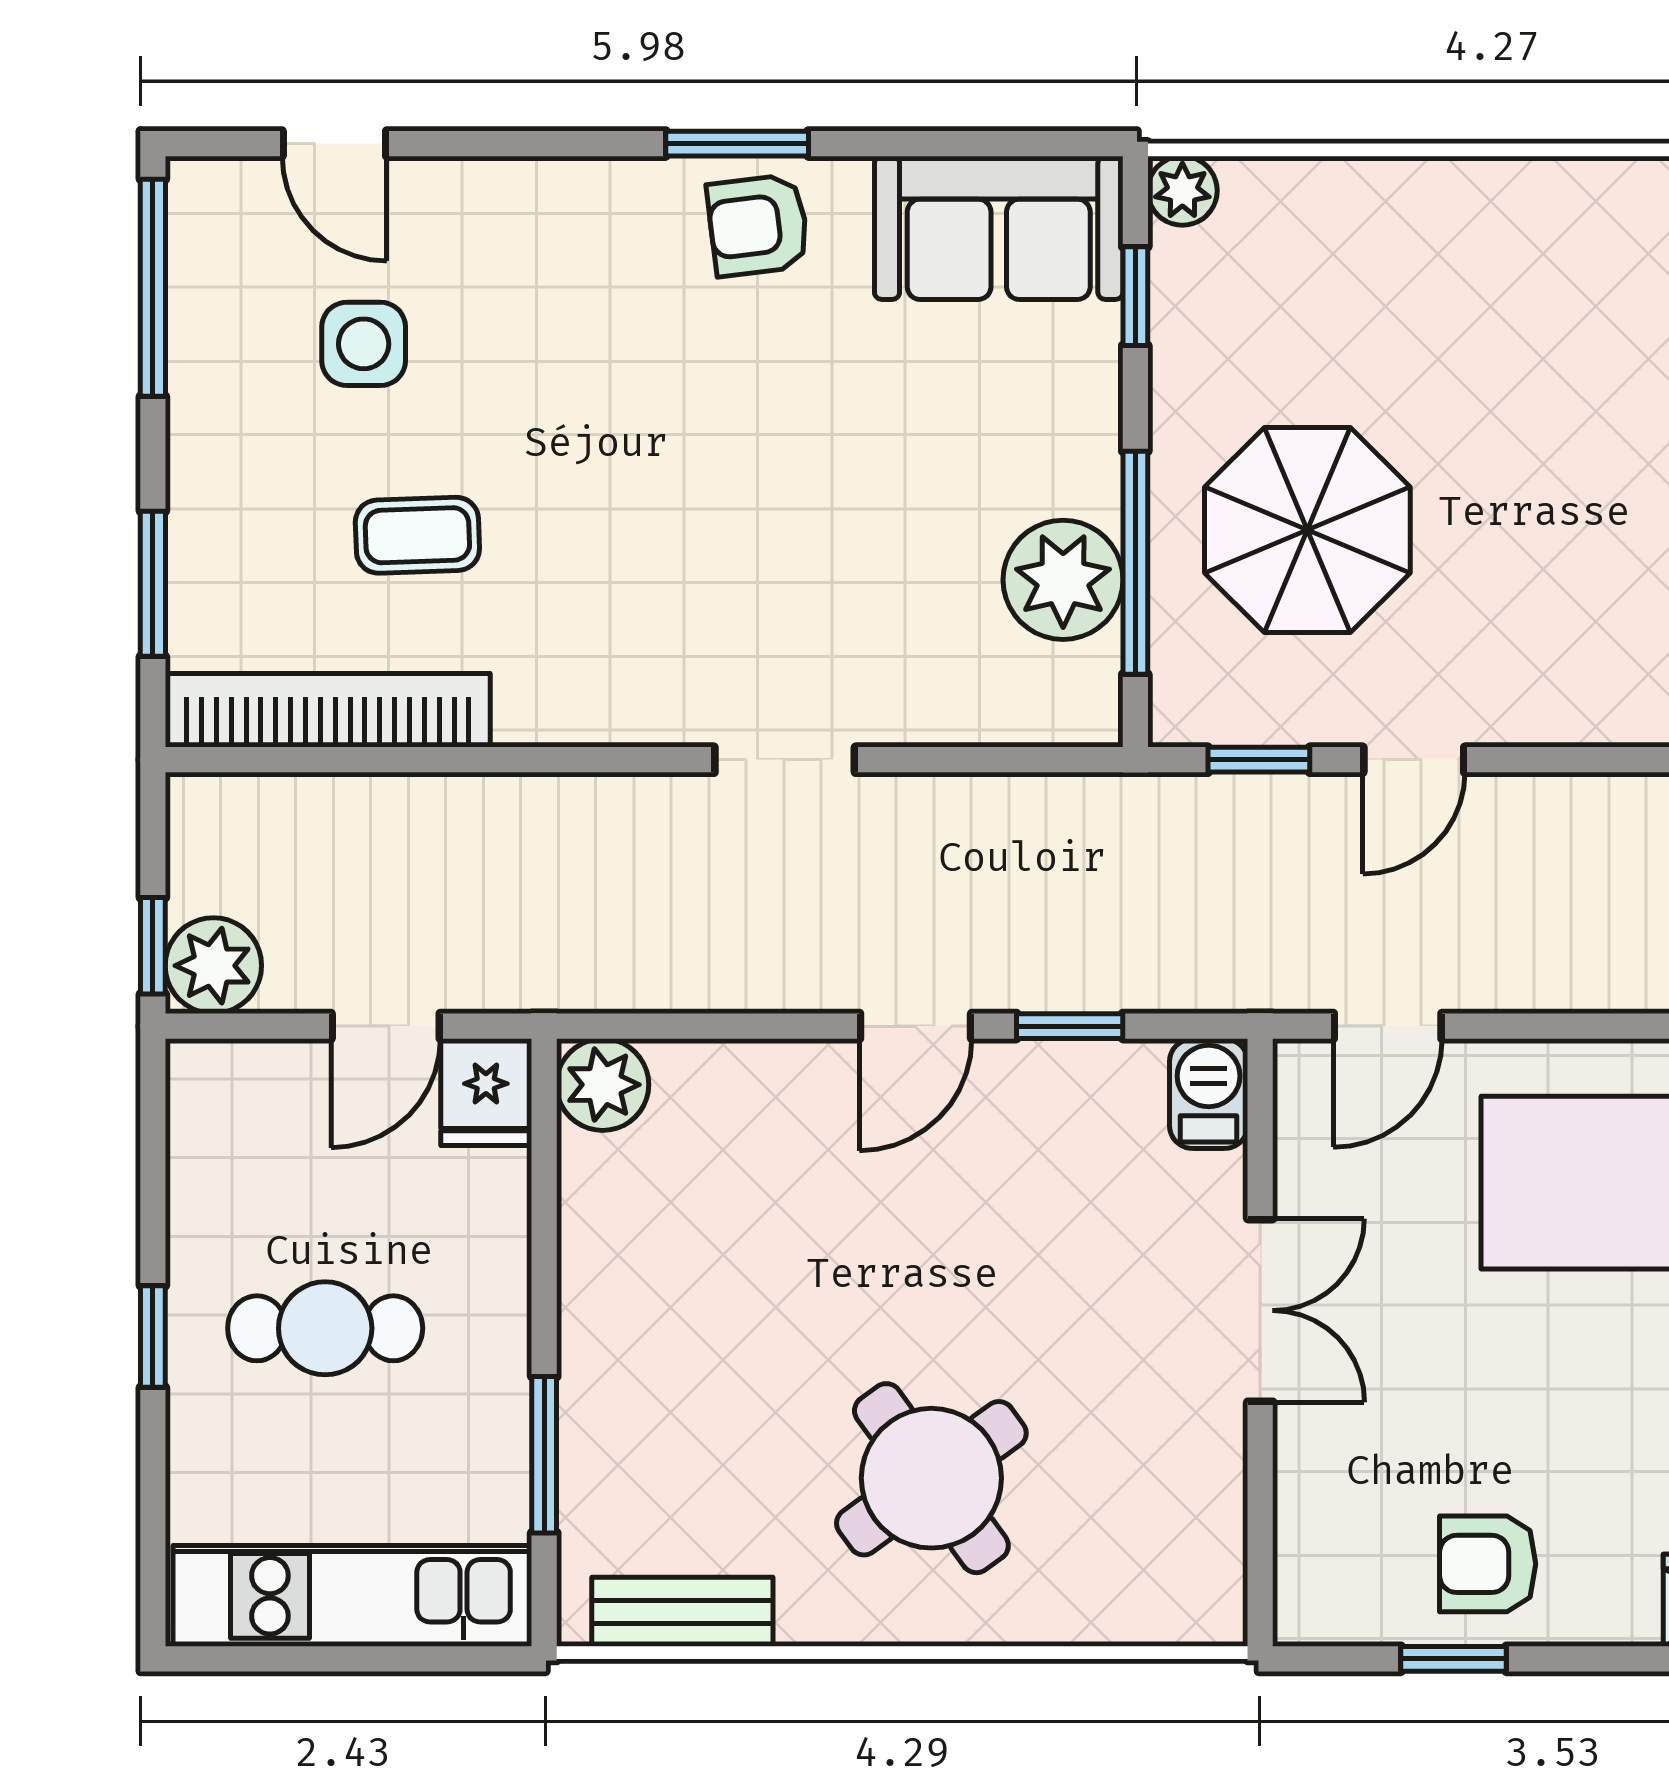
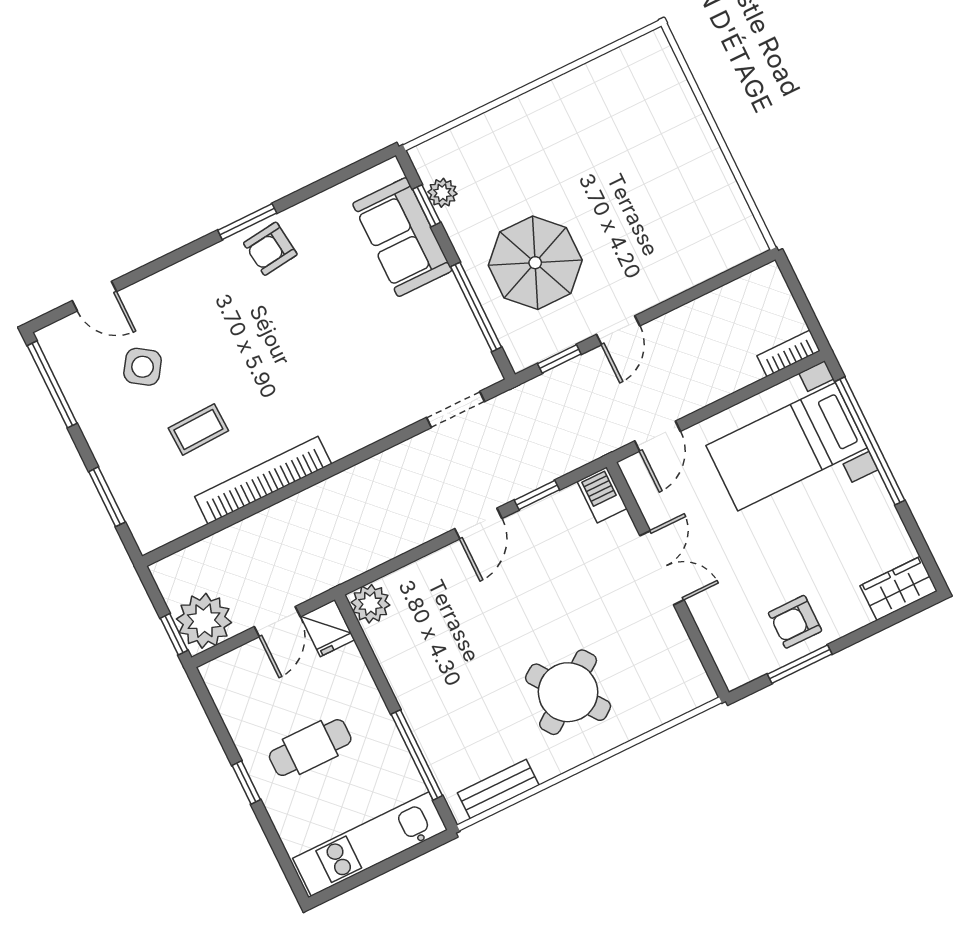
plant: (1182, 191) -> (442, 193), moved
sofa: (999, 228) -> (402, 237), moved, turned 90
side table: (364, 344) -> (143, 367), turned 34
plant: (1063, 580) -> (452, 327), removed
bookcase: (328, 710) -> (263, 480), moved
doorway: (785, 760) -> (455, 410), moved
plant: (213, 966) -> (204, 621), width x1.36, depth x1.36
window: (544, 1455) -> (417, 755), width x1.44
window: (1454, 1659) -> (800, 664), width x1.50

